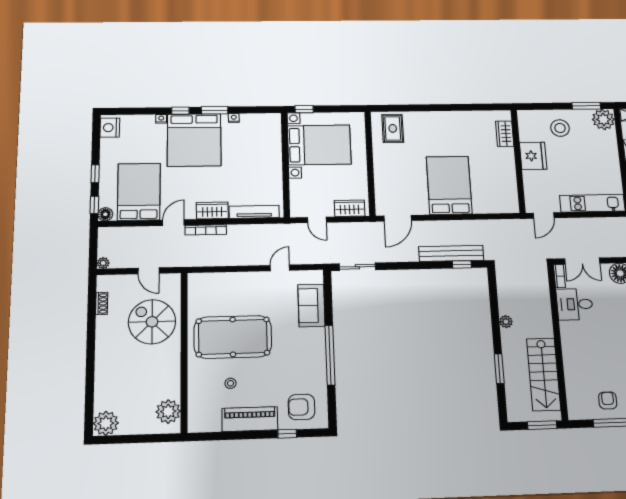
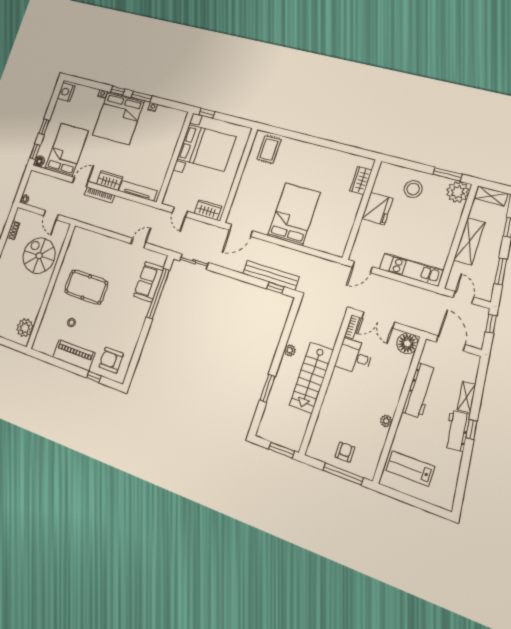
pool table: (233, 337) -> (86, 287), width x0.73, depth x0.76
window: (330, 355) -> (158, 294), moved
stairs: (544, 374) -> (311, 378), moved

